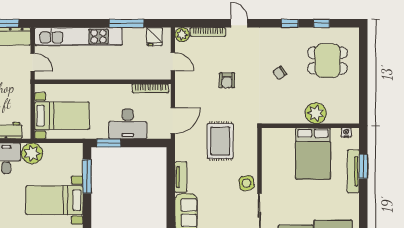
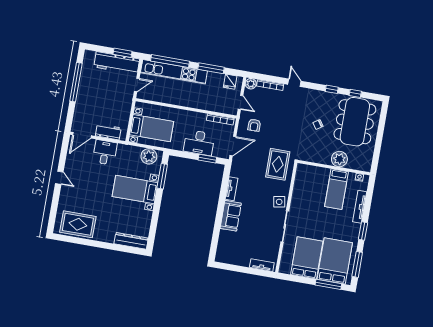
window: (71, 23) -> (170, 61), added
dining table: (327, 61) -> (355, 122), width x1.88, depth x1.24
door: (33, 62) -> (137, 85), hinge flipped
armchair: (227, 80) -> (254, 125), moved
rug: (220, 141) -> (278, 164), moved
window: (109, 143) -> (207, 159), moved
plant: (32, 153) -> (149, 156), moved
bed: (313, 153) -> (336, 189), width x0.67
window: (363, 166) -> (363, 231), moved

